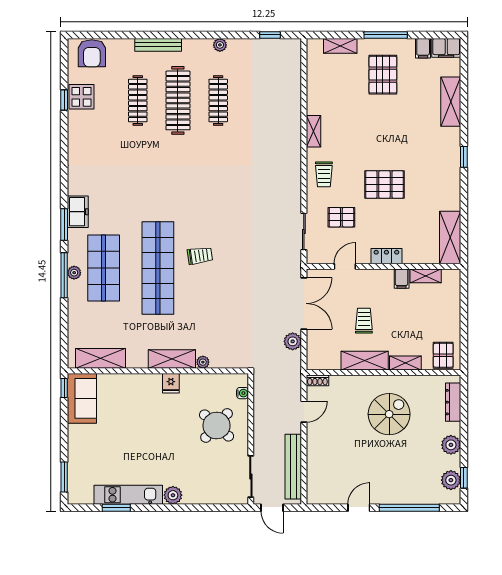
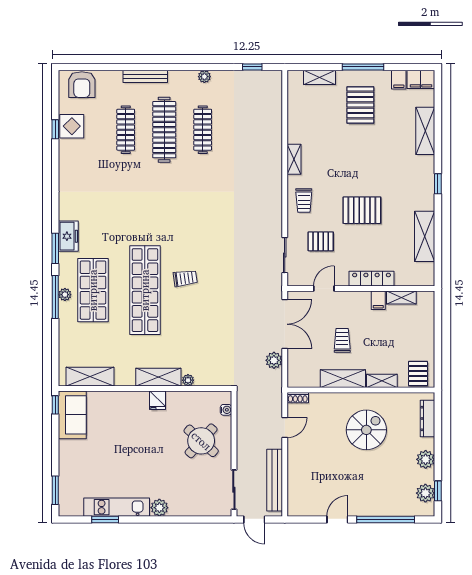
shelving: (450, 238) -> (425, 236), moved
locker: (386, 256) -> (372, 279), width x1.53

